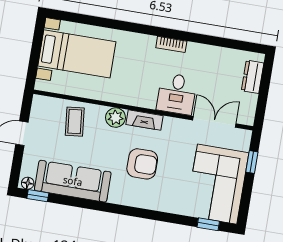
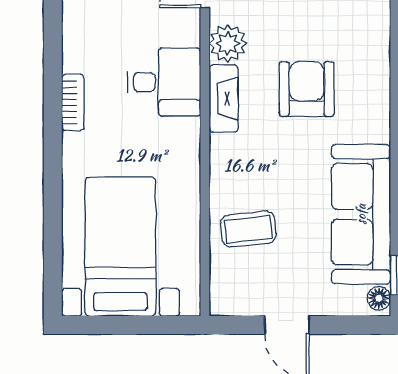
bookcase: (171, 44) -> (73, 102), moved
desk: (177, 94) -> (164, 82), moved
plant: (116, 118) -> (228, 43), moved

